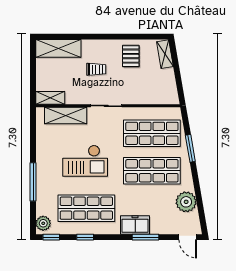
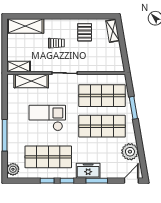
checkout: (85, 161) -> (47, 118), turned 180
window: (51, 237) -> (67, 181), moved
door: (188, 237) -> (131, 181), swing flipped

